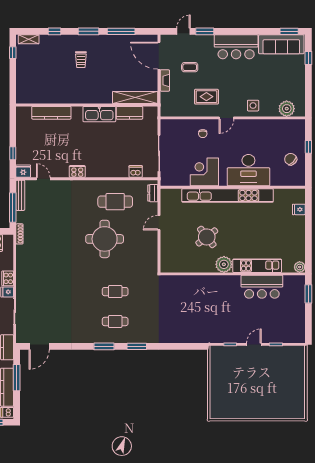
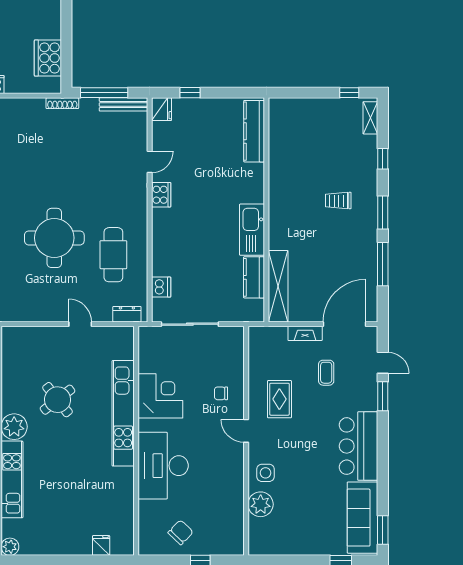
plant: (287, 109) -> (261, 504), moved
kitchen counter: (51, 113) -> (254, 131), moved
door: (43, 179) -> (150, 162), moved
kitchen unit: (228, 195) -> (123, 413), width x0.73

